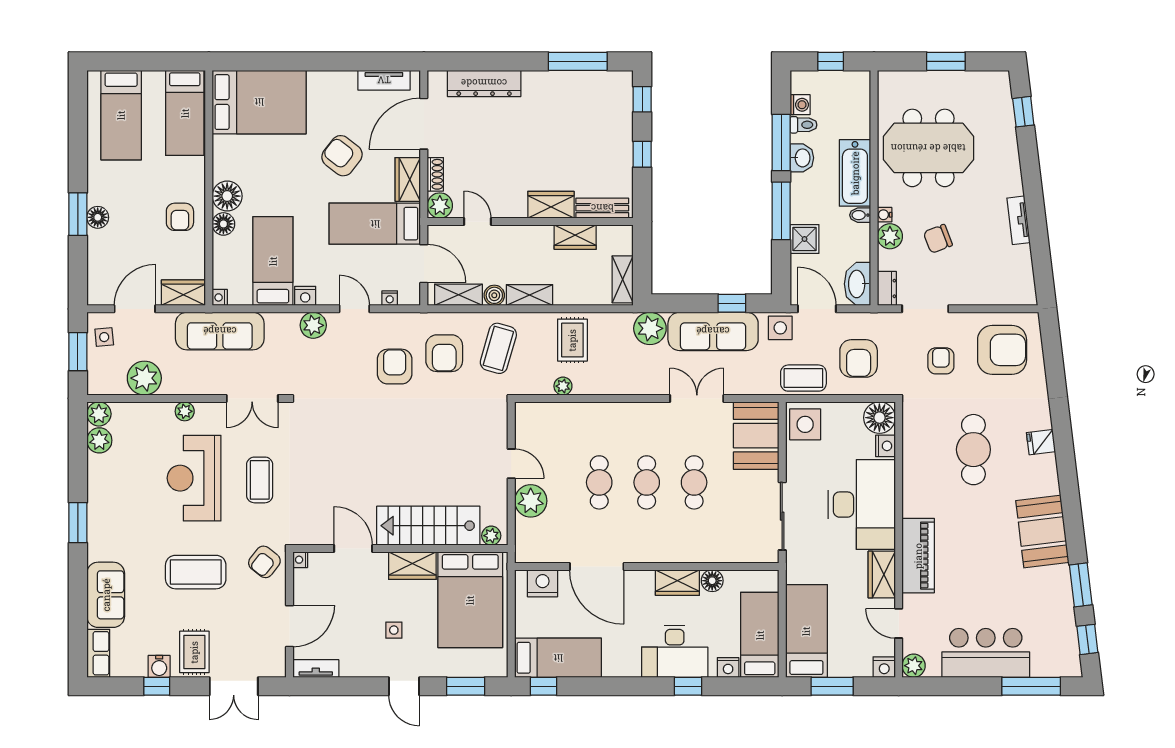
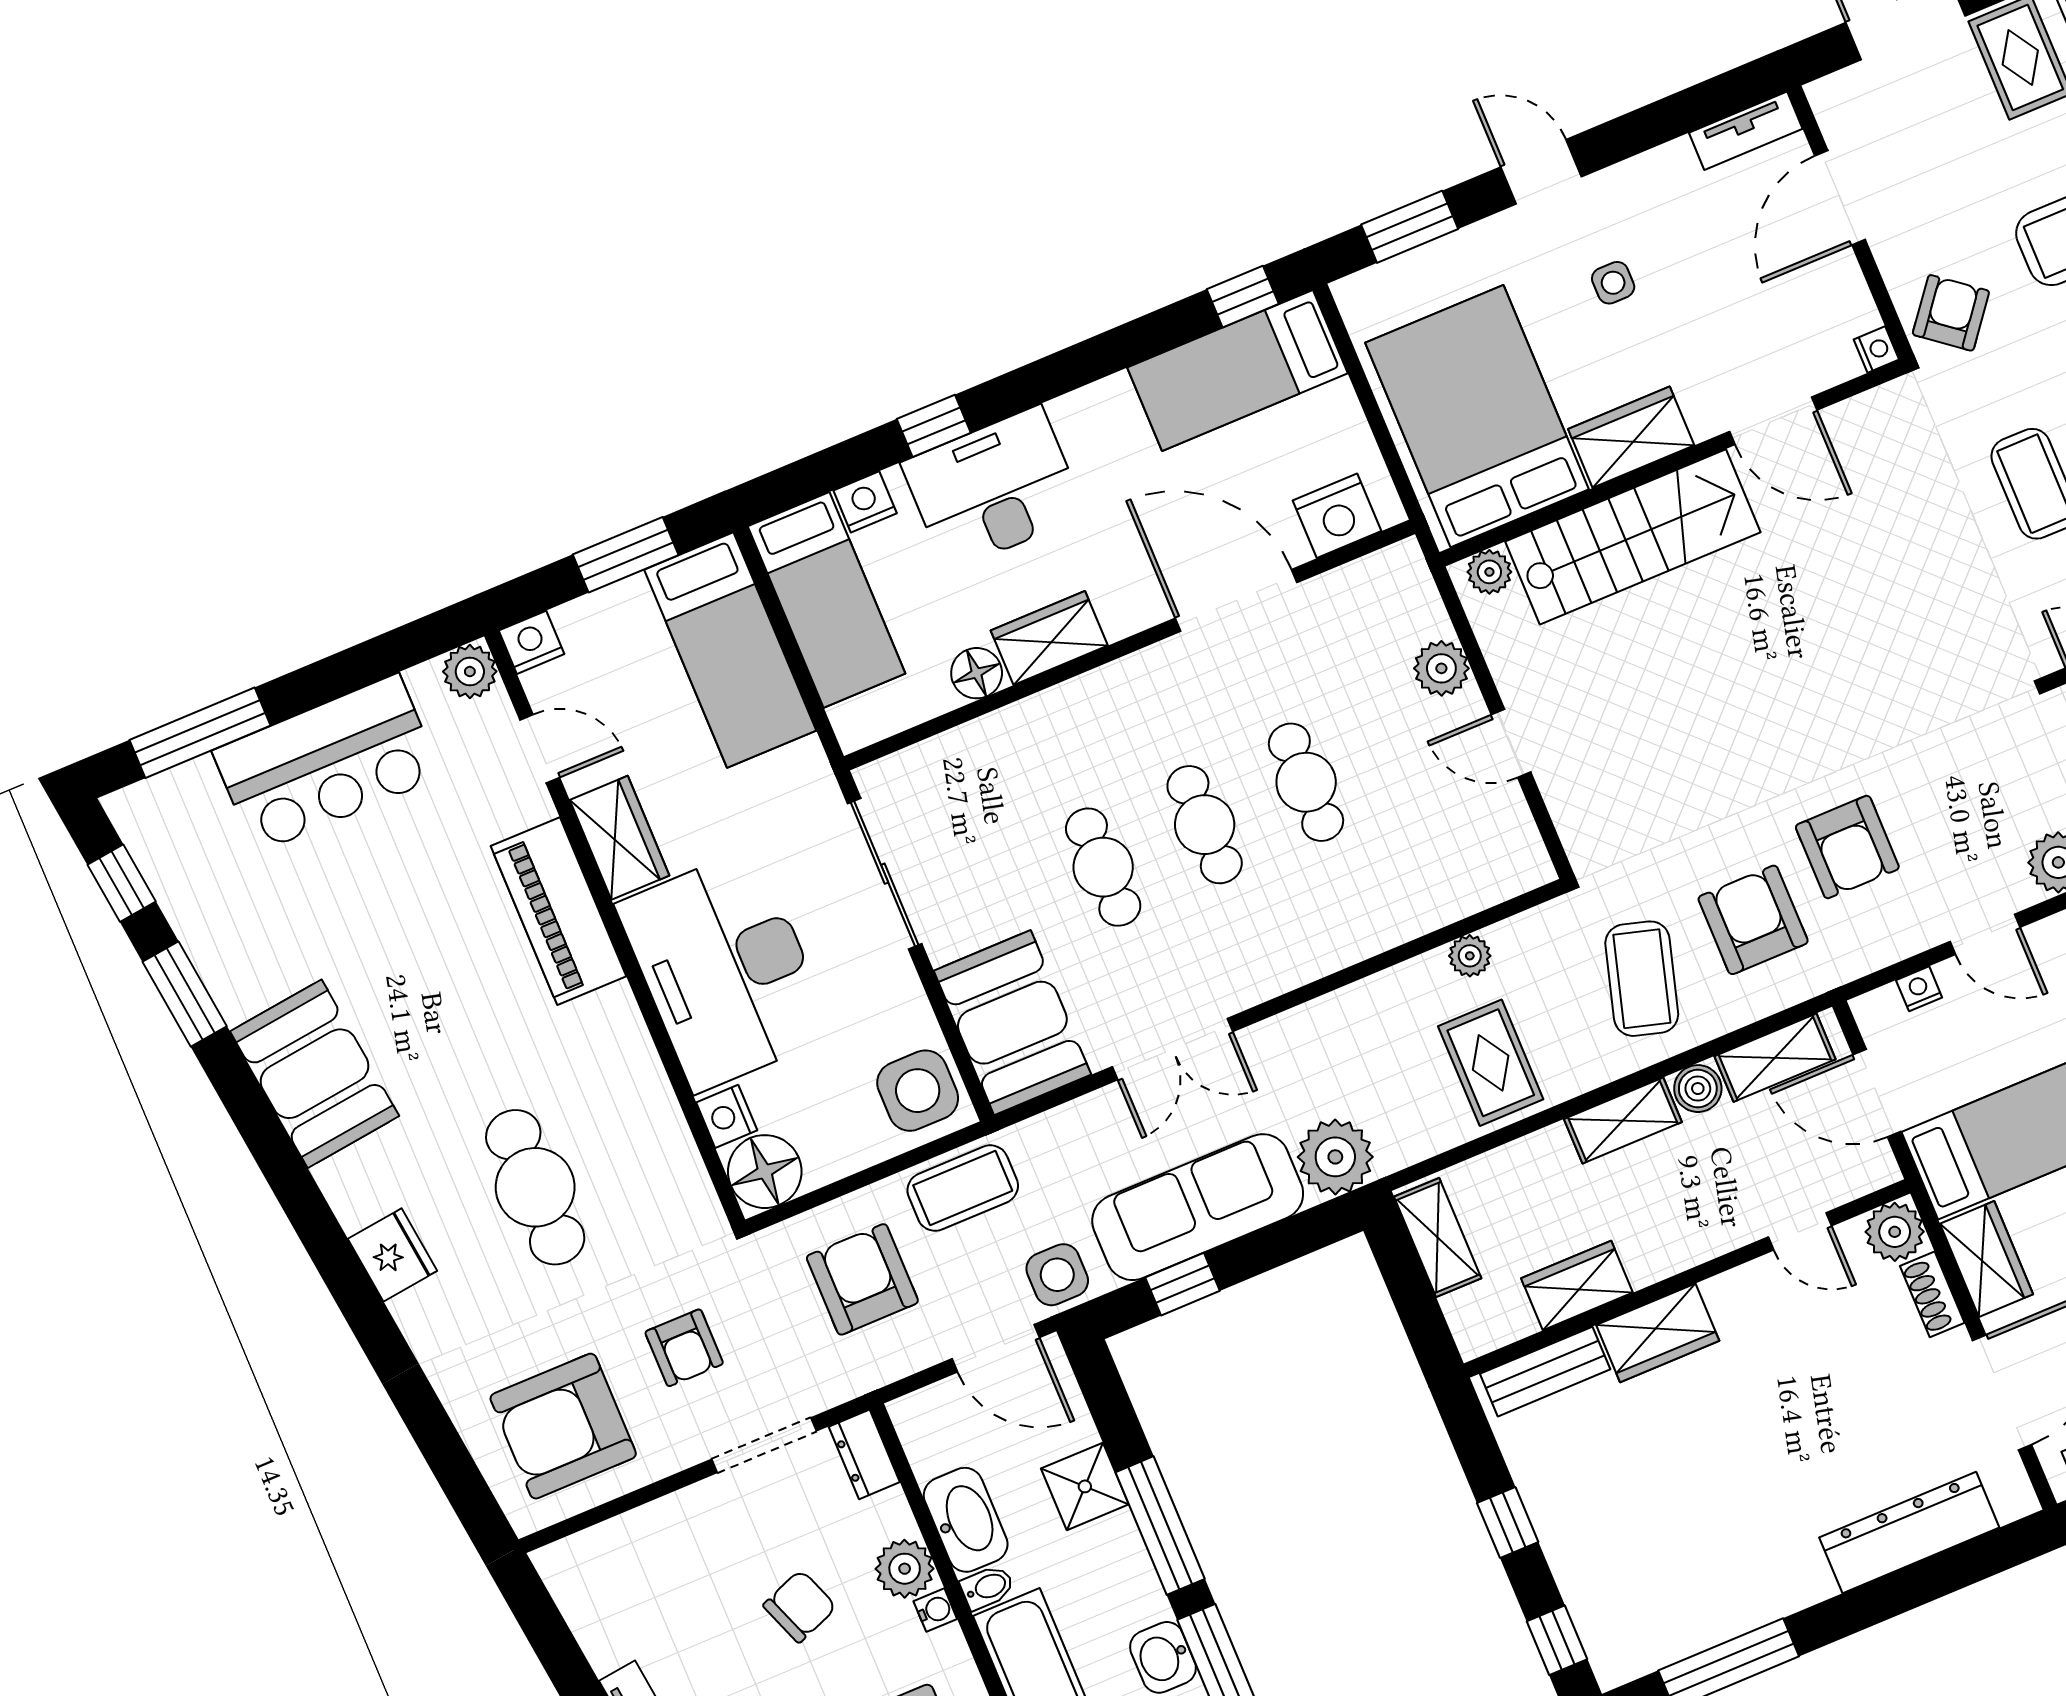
washbasin: (857, 284) -> (966, 1520), moved
fridge: (1041, 442) -> (393, 1255), width x1.38
plant: (531, 501) -> (1441, 668), width x0.73, depth x0.73

